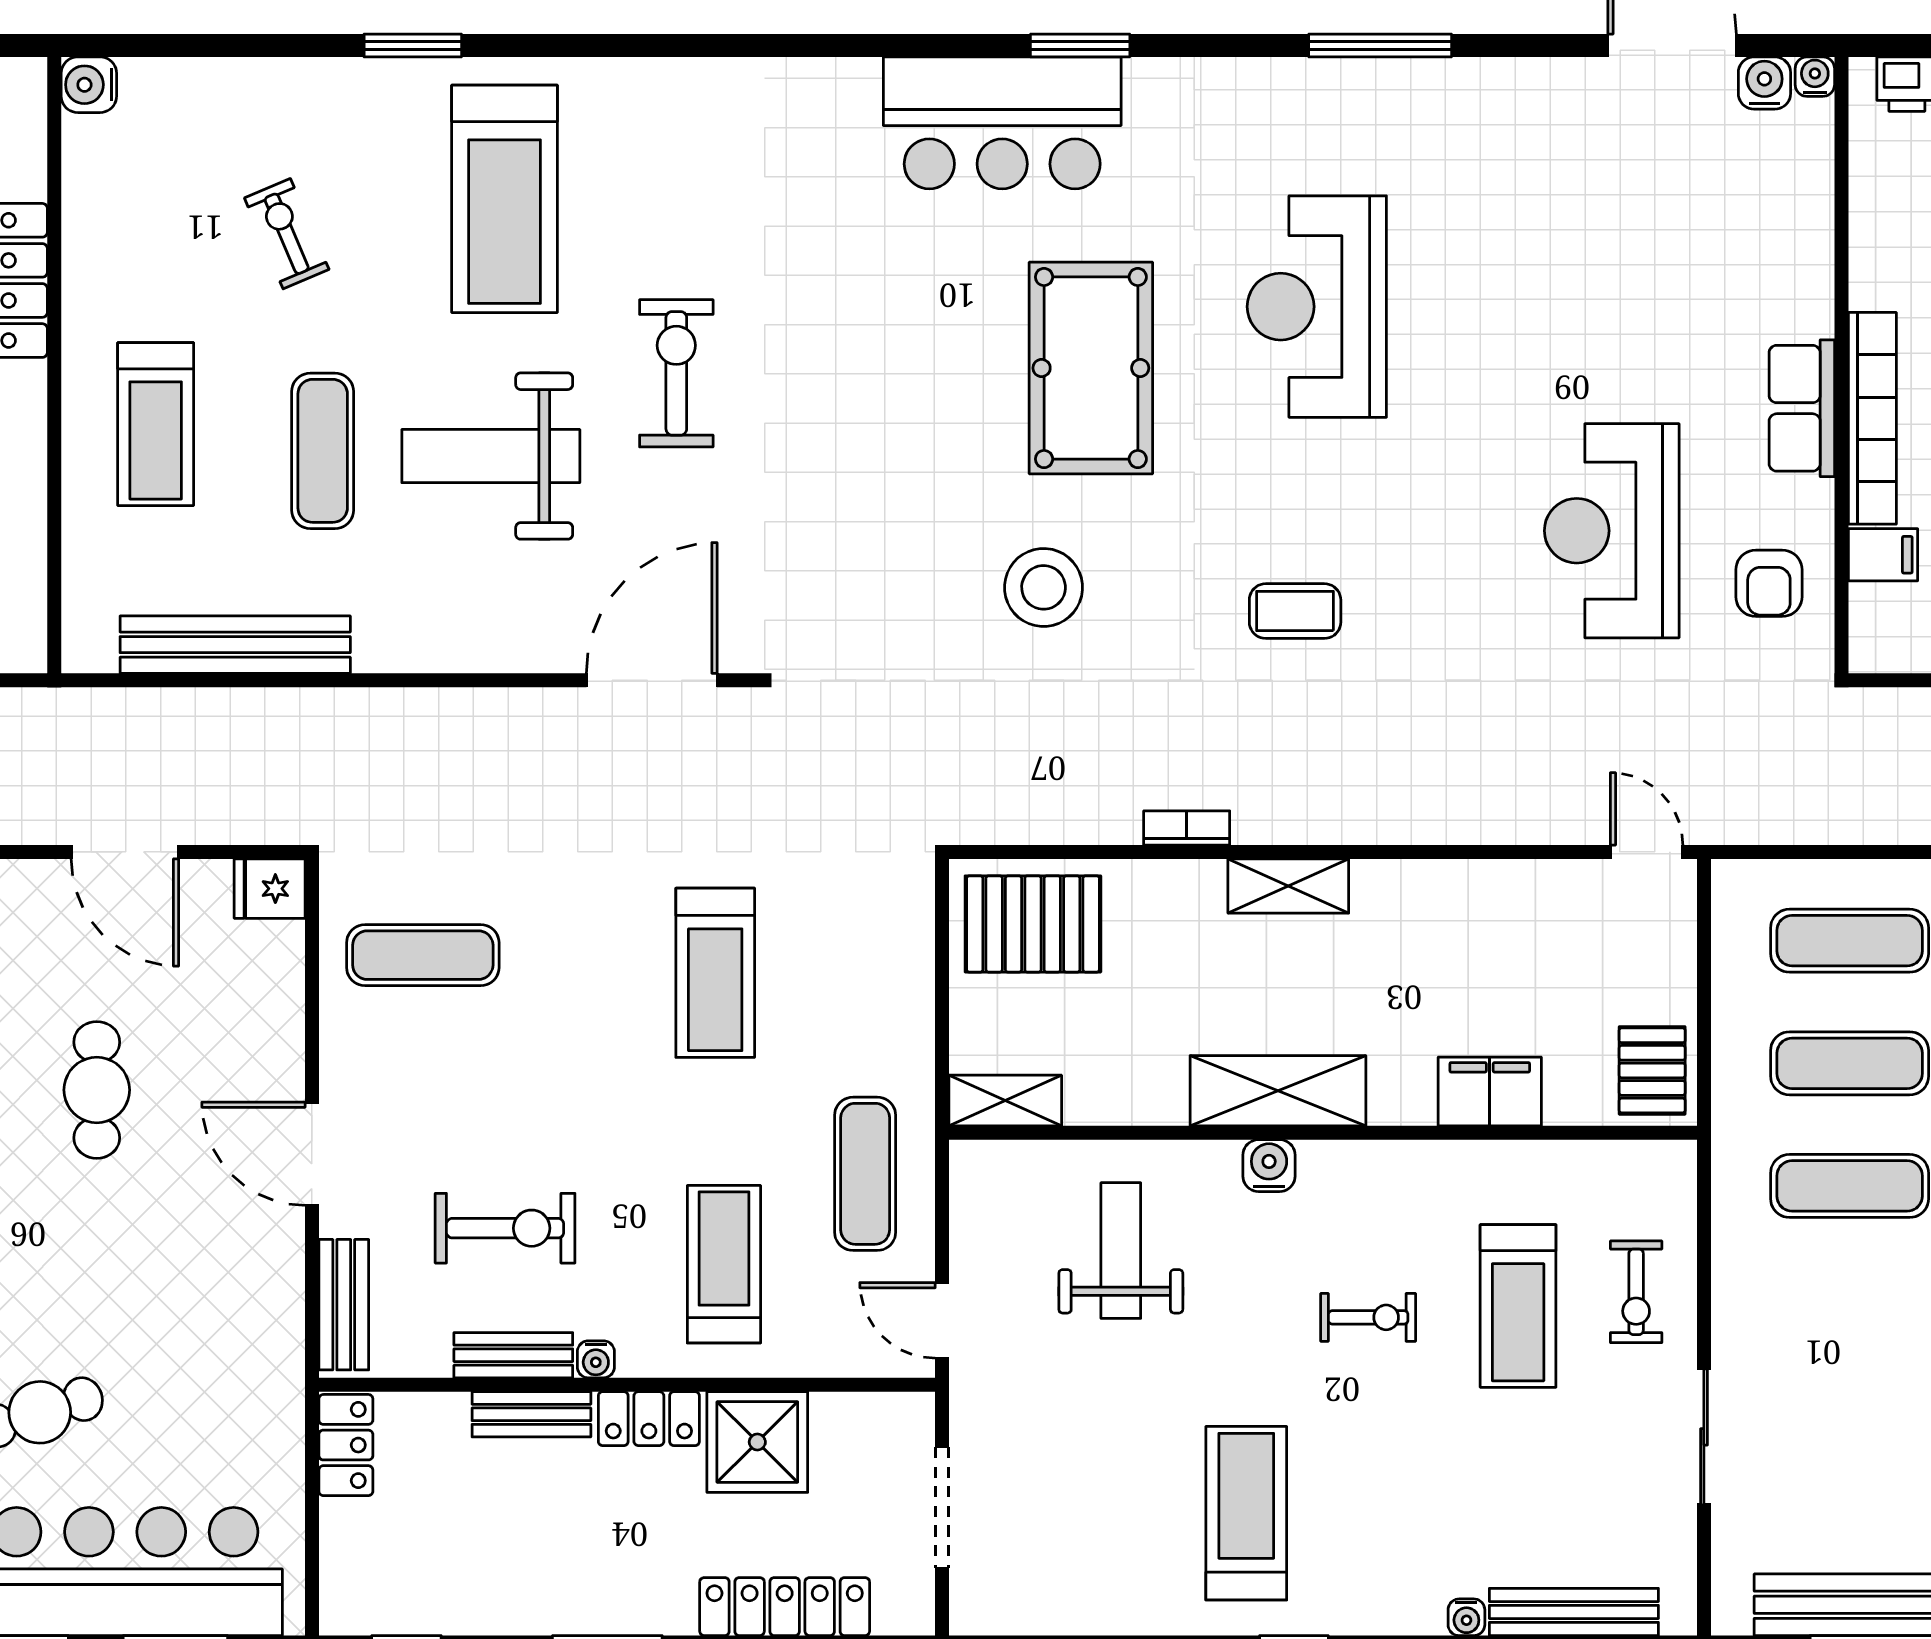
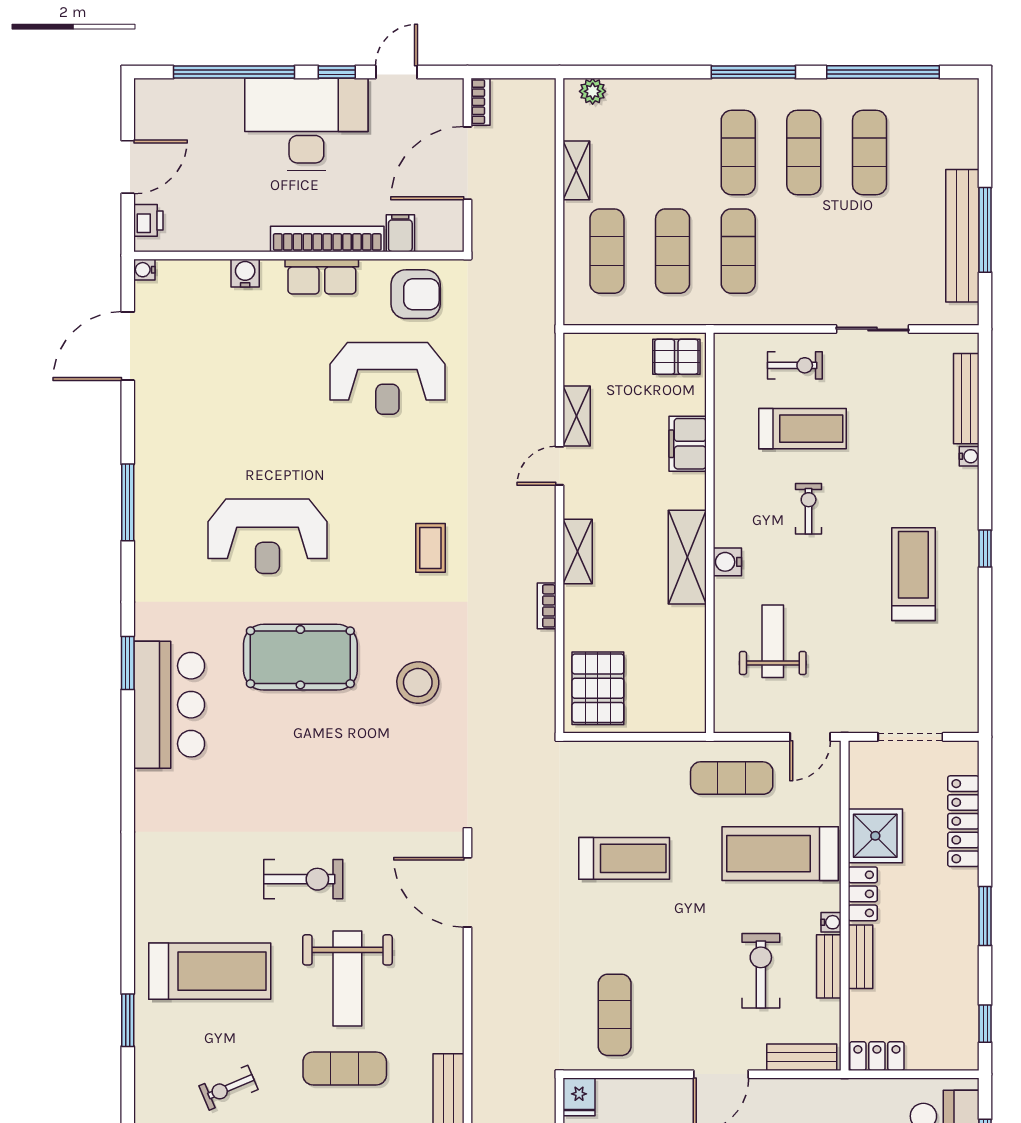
water cooler: (1764, 83) -> (245, 273), moved, turned 90
exercise bike: (676, 373) -> (303, 879), turned 180
armchair: (1769, 583) -> (416, 294), width x1.38, depth x1.38
door: (1647, 852) -> (559, 466), moved
shelving: (1005, 1100) -> (577, 416), moved
weight bench: (1121, 1251) -> (773, 641), turned 90
treadmill: (724, 1264) -> (780, 854), width x1.37, depth x1.38
treadmill: (1246, 1513) -> (913, 574), turned 90

